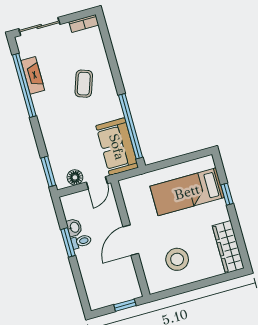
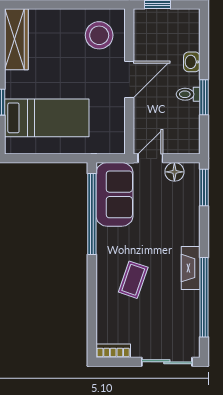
fireplace: (33, 75) -> (191, 268), moved
washbasin: (74, 227) -> (192, 62), moved
stool: (177, 259) -> (99, 35), moved

